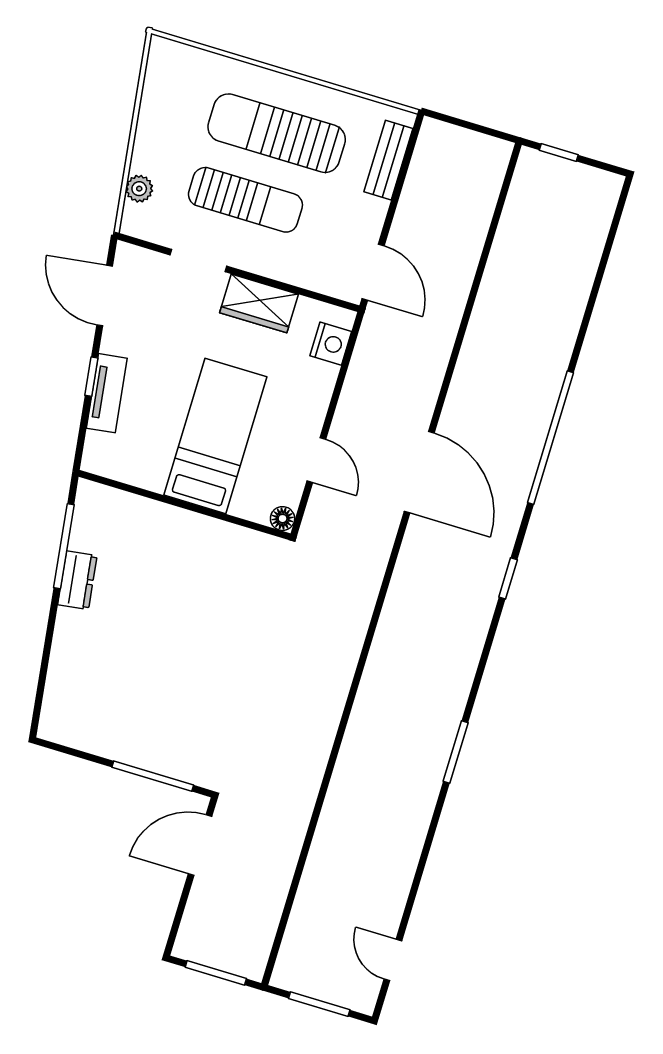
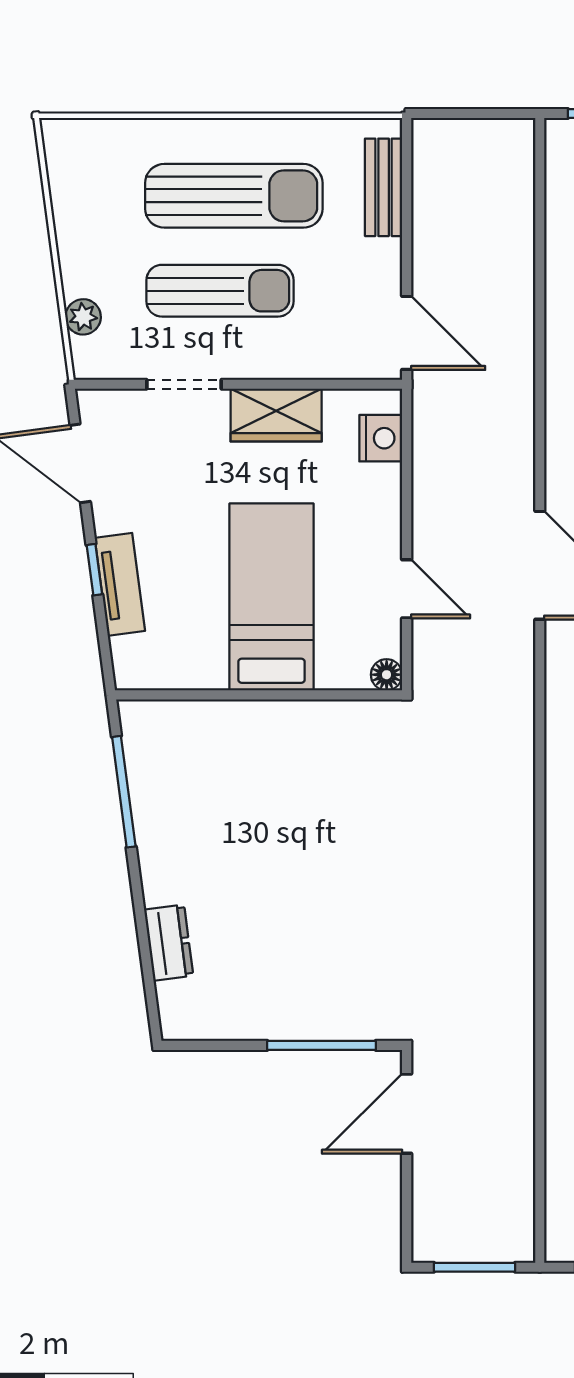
sun lounger: (277, 133) -> (234, 196), turned 180
dresser: (77, 580) -> (169, 943), moved

